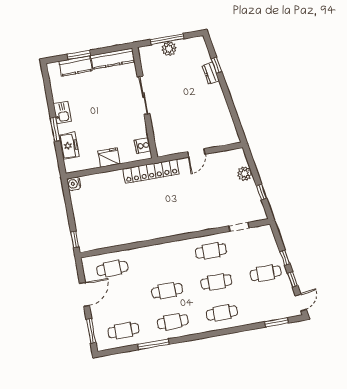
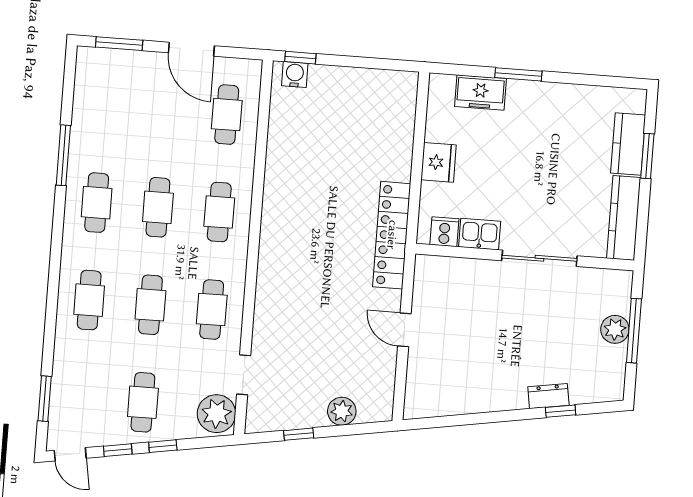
kitchen sink: (62, 112) -> (480, 234), moved, turned 180
water cooler: (74, 184) -> (295, 75), moved
plant: (262, 235) -> (217, 414), added
cafe table: (123, 330) -> (219, 212), moved

